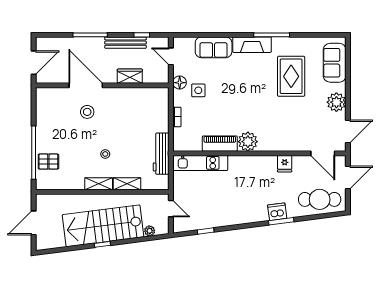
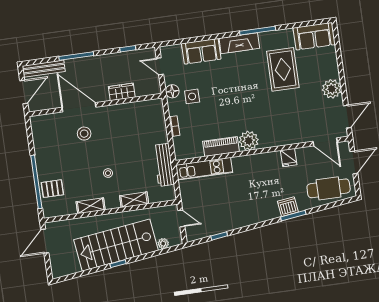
bench: (125, 43) -> (44, 69), moved
sofa: (335, 63) -> (314, 36), moved, turned -90
shelving: (99, 184) -> (91, 206), moved
door: (34, 223) -> (45, 241), moved

